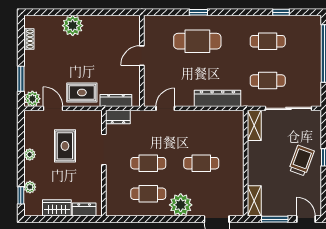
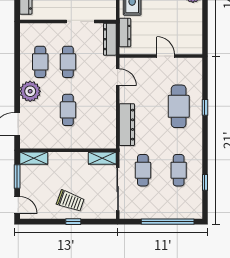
dresser: (118, 117) -> (110, 39), width x1.44
door: (306, 219) -> (17, 205), hinge flipped

